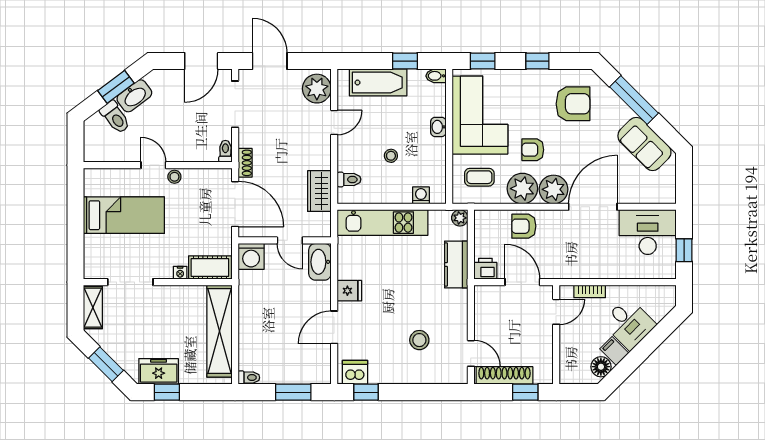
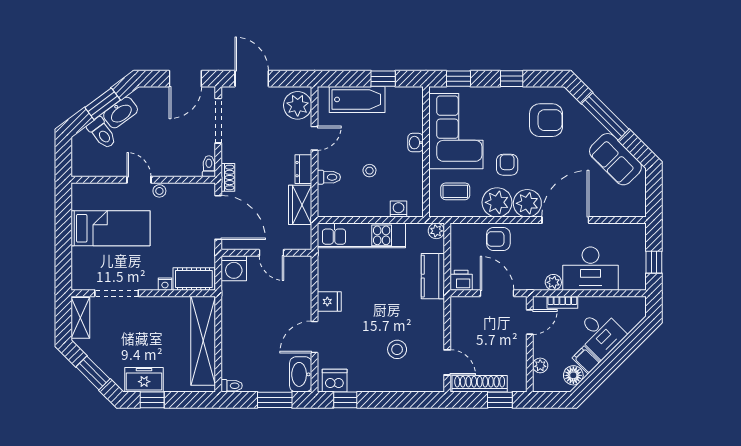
bidet: (436, 76) -> (413, 93), removed
armchair: (533, 150) -> (507, 165), turned 90
dresser: (323, 154) -> (303, 169), added
toilet: (349, 179) -> (329, 177), moved
desk: (648, 232) -> (590, 269), moved, turned 180
washbasin: (320, 262) -> (301, 374), moved
plant: (580, 271) -> (553, 282), added
plant: (567, 357) -> (540, 365), added

